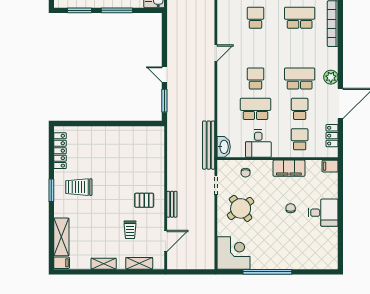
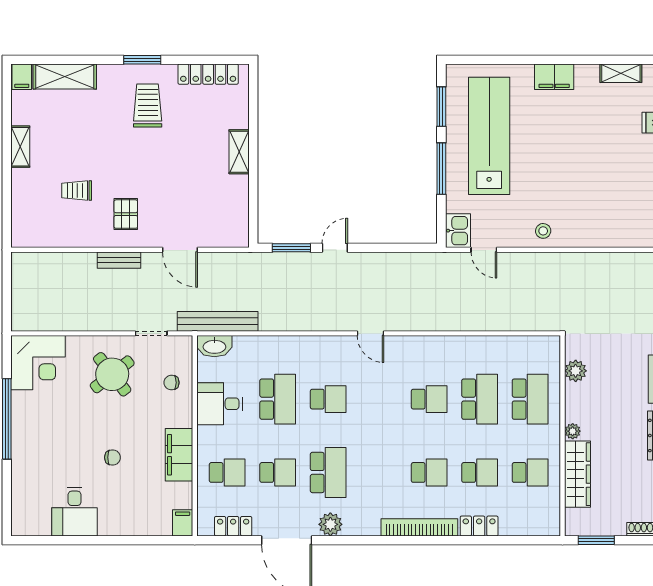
school desk: (300, 18) -> (429, 472), width x0.54
desk: (323, 213) -> (75, 512), moved
door: (166, 241) -> (180, 250), moved
shelving: (139, 263) -> (239, 152), moved

